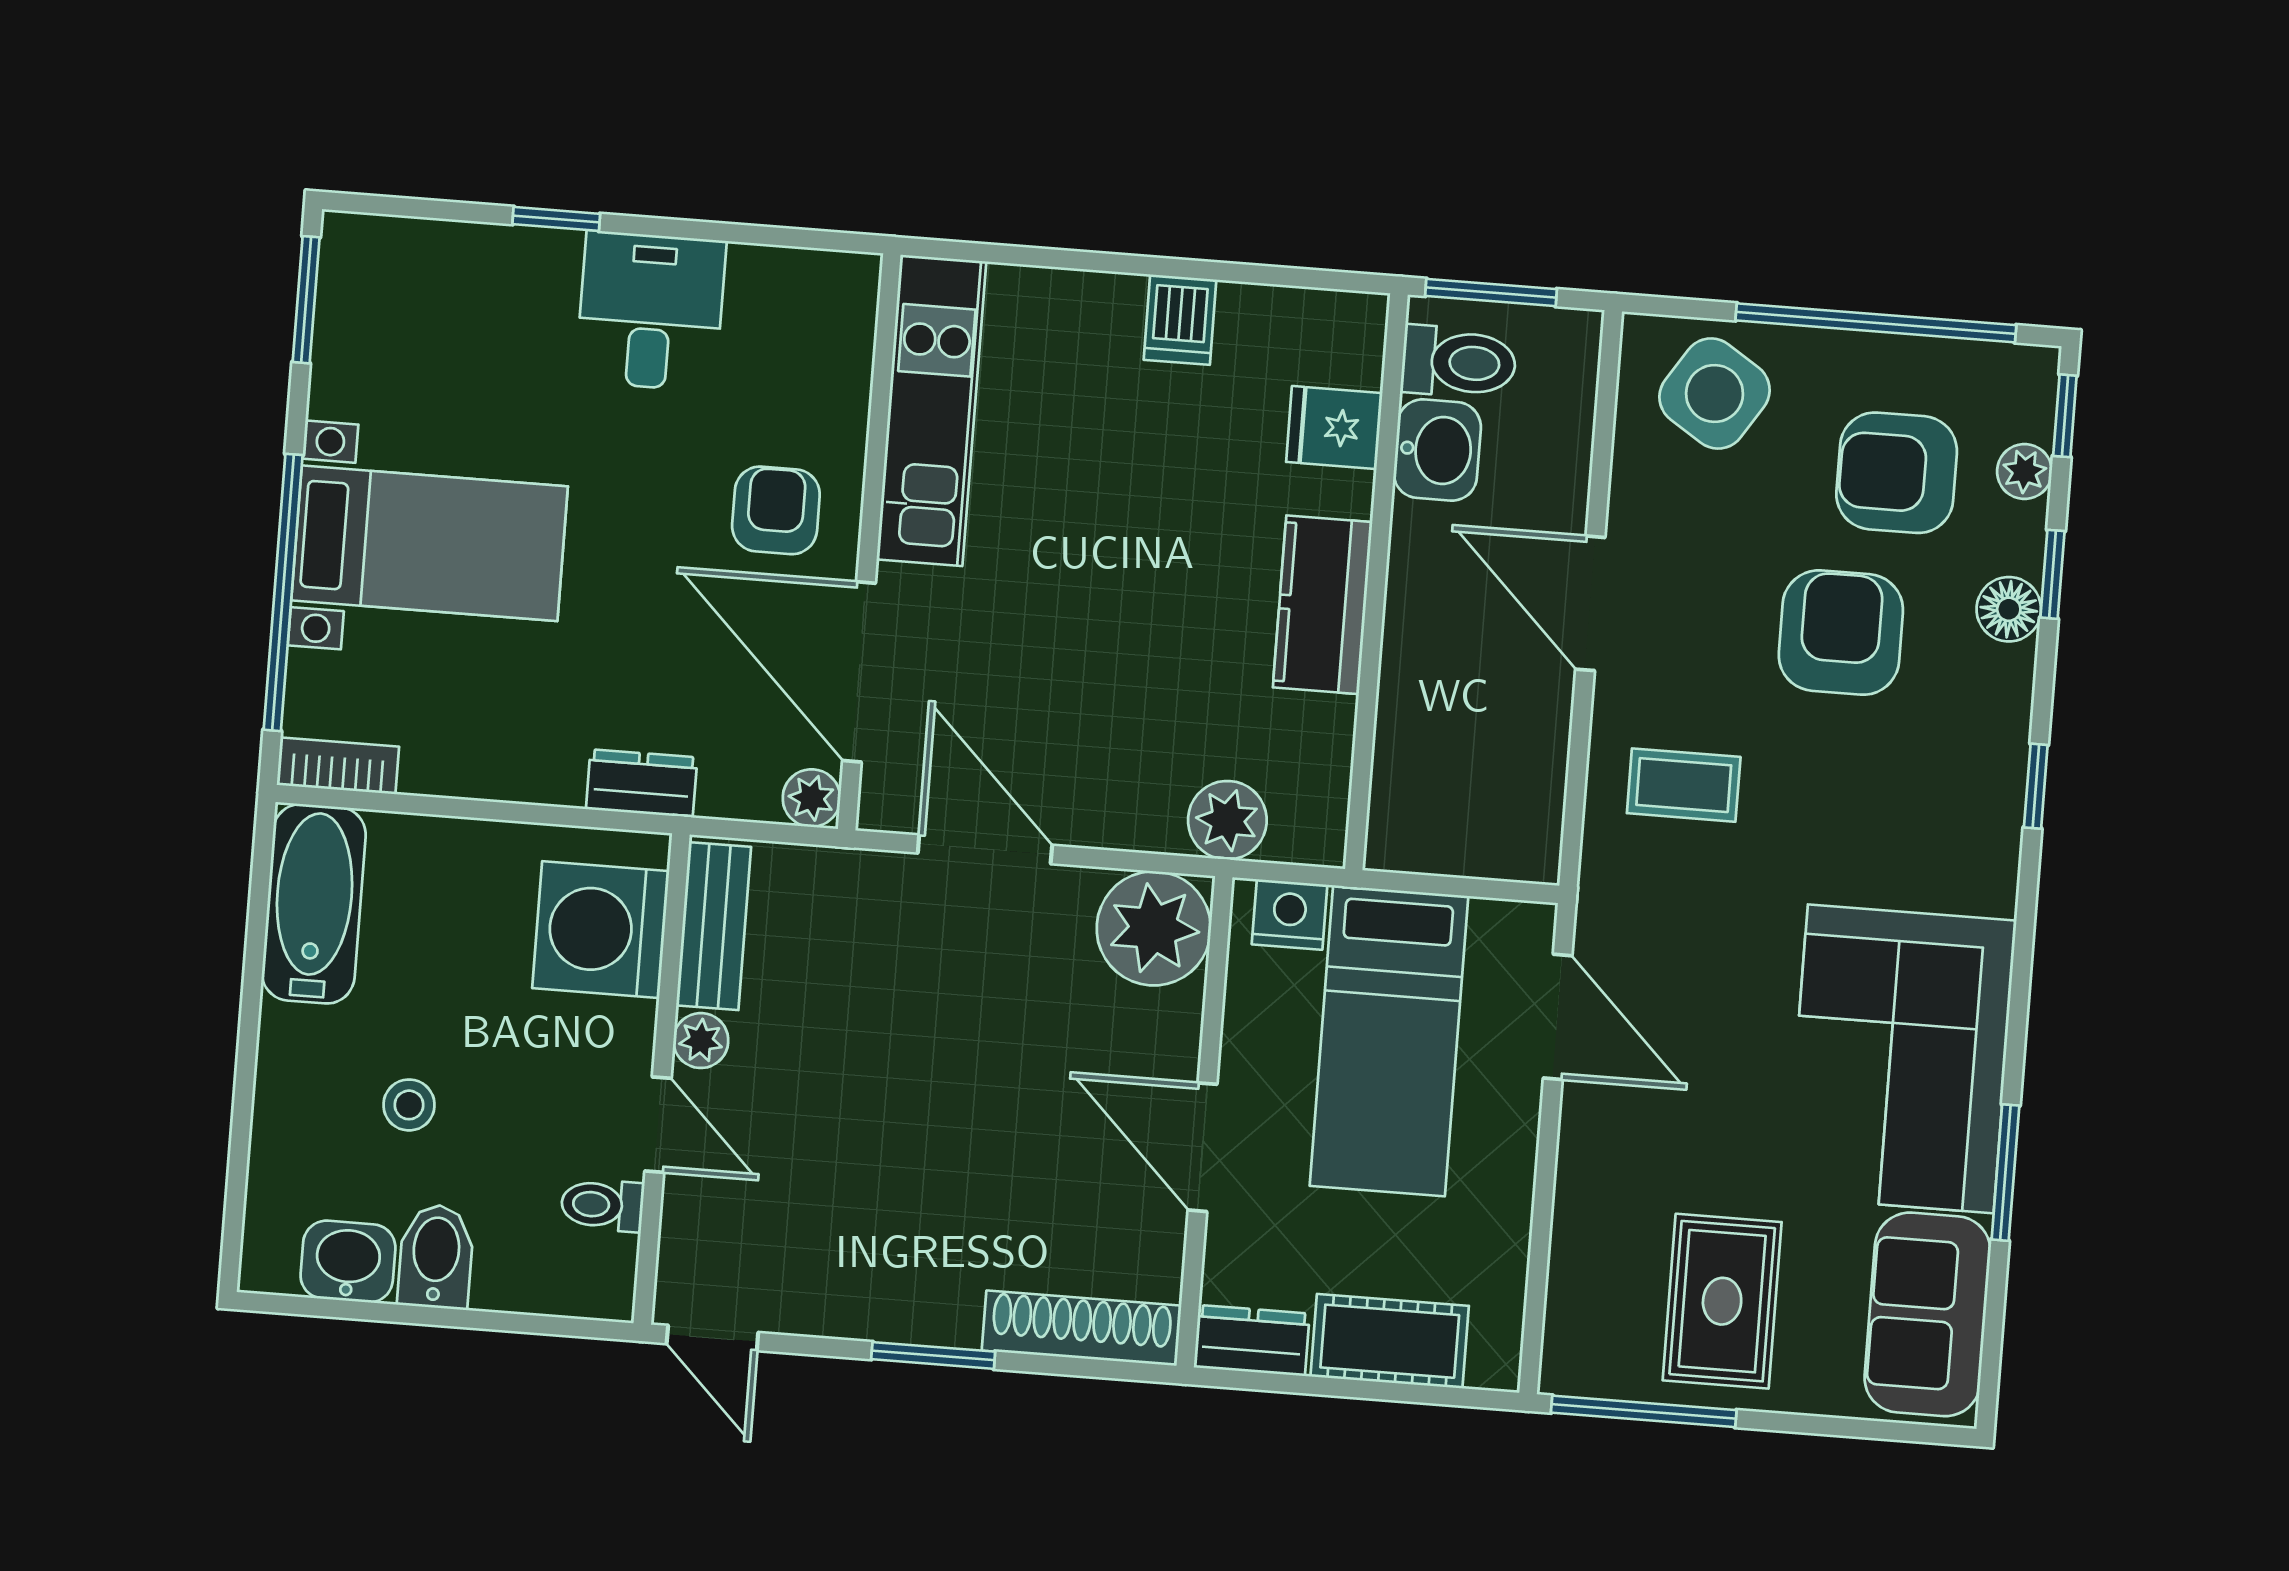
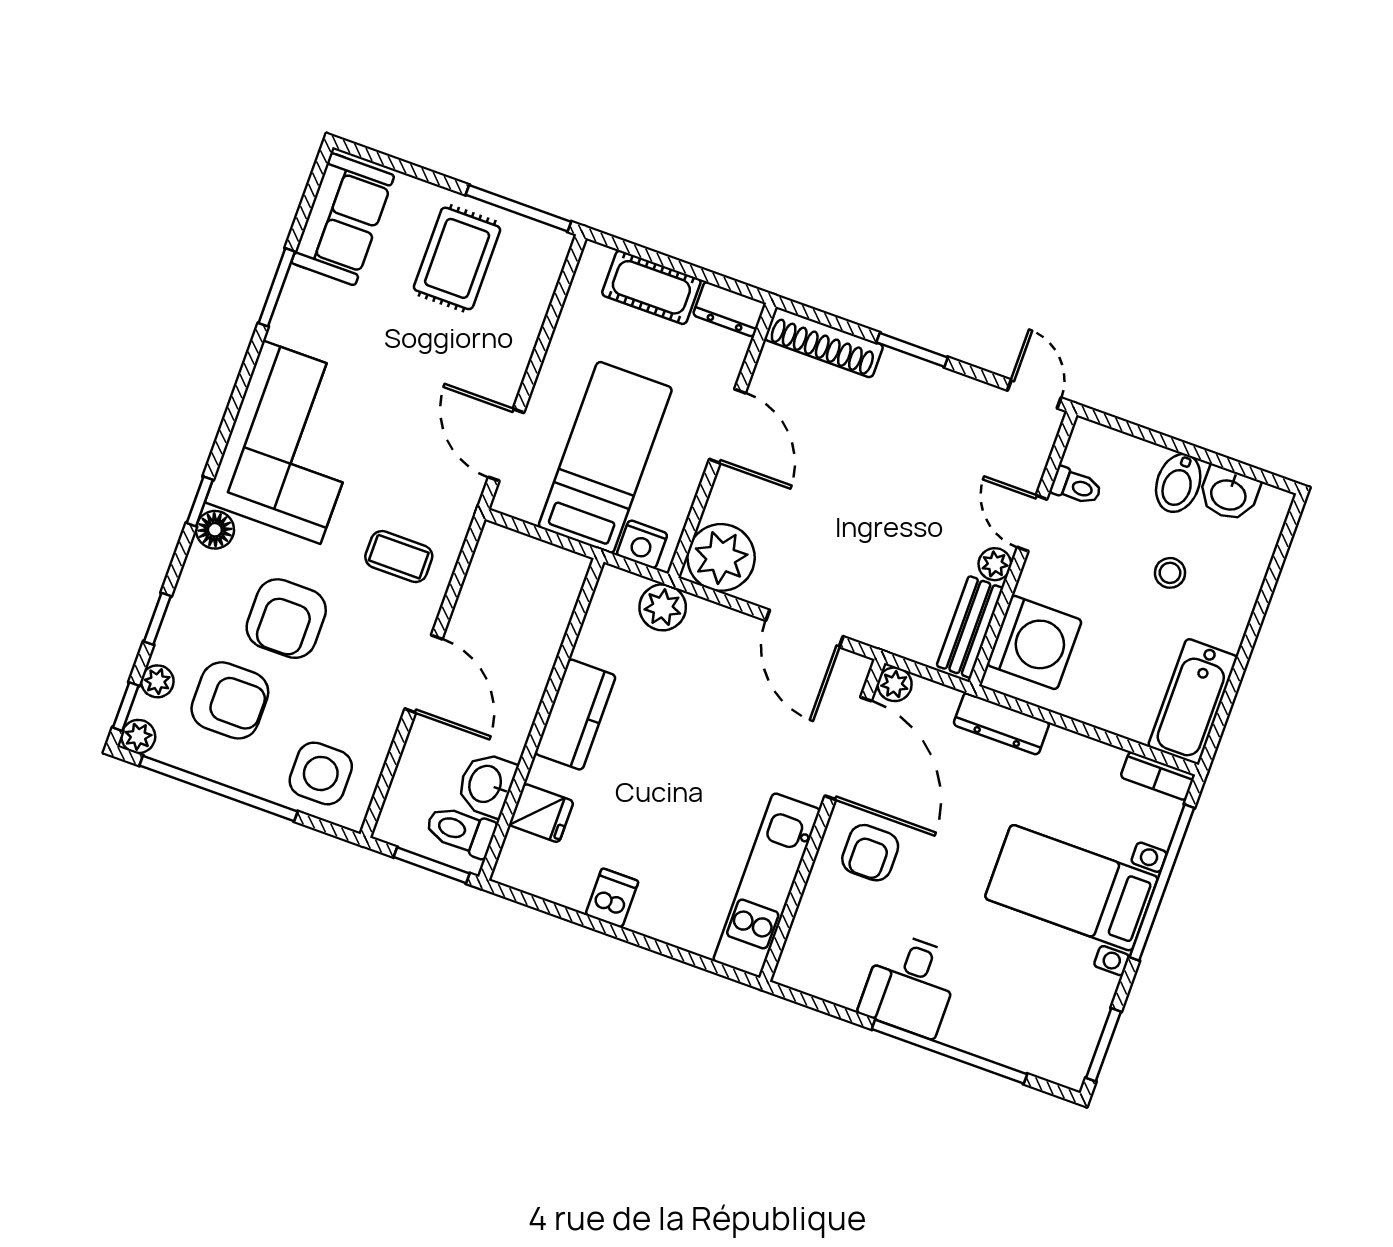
window: (556, 219) -> (949, 1052), width x3.17
plant: (2031, 372) -> (138, 736), added
side table: (1715, 394) -> (321, 773), turned -33
floor lamp: (2009, 609) -> (215, 530), moved
dresser: (642, 783) -> (1001, 724), width x1.44
corner sofa: (1901, 1059) -> (292, 442), moved

